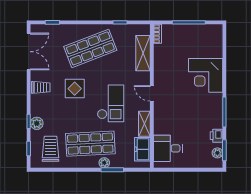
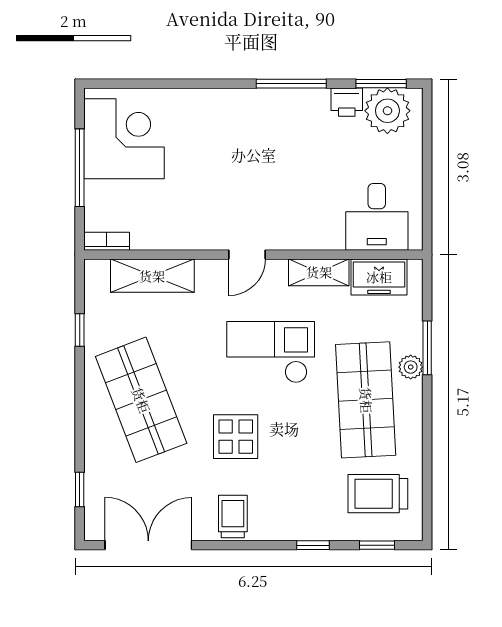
corner desk: (206, 75) -> (124, 139), moved, turned -90
plant: (37, 123) -> (318, 526), removed
plant: (217, 153) -> (387, 111), width x1.88, depth x1.88

